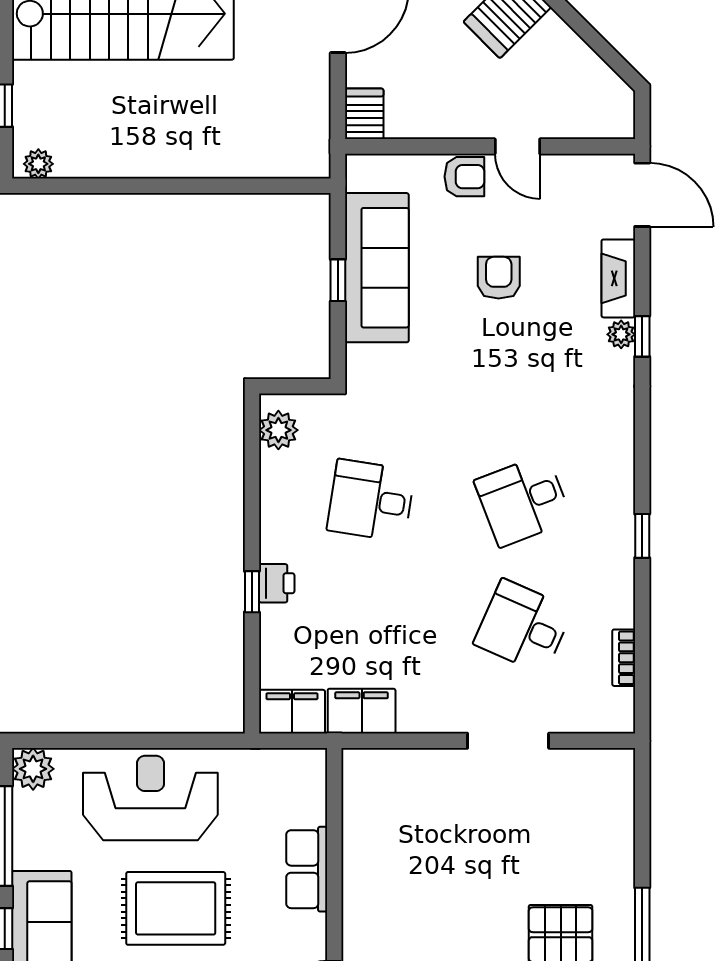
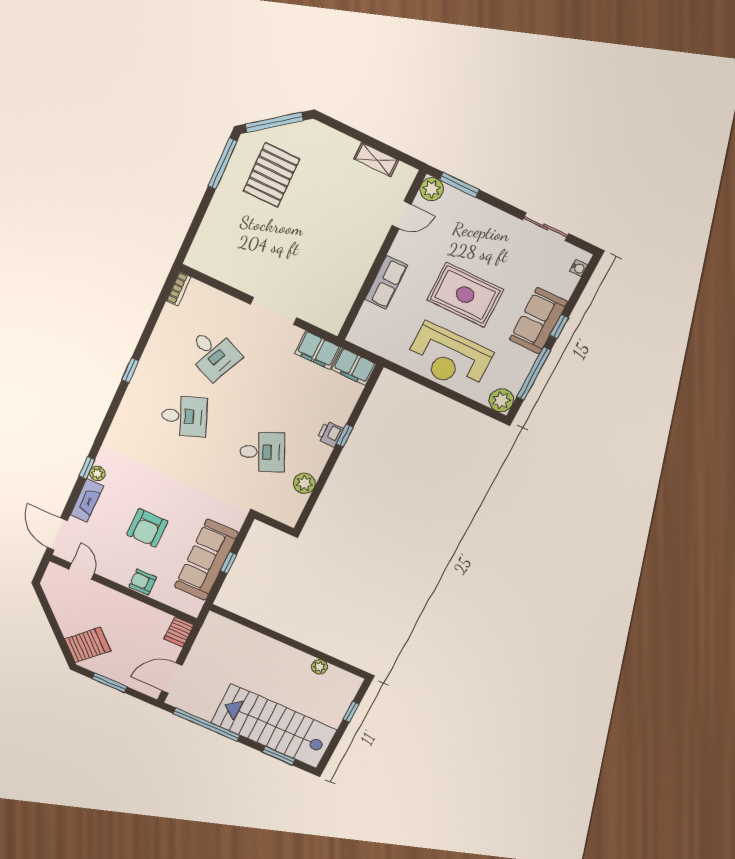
door: (517, 146) -> (82, 571), moved
plant: (38, 164) -> (319, 667), moved
armchair: (499, 278) -> (147, 528), width x1.38, depth x1.38
plant: (278, 430) -> (304, 483), moved
desk: (371, 500) -> (262, 452), turned -33
bookcase: (624, 658) -> (179, 289), moved
doorway: (508, 741) -> (274, 311), moved

